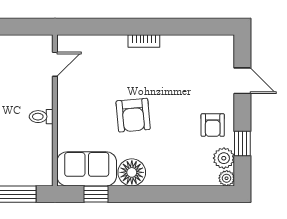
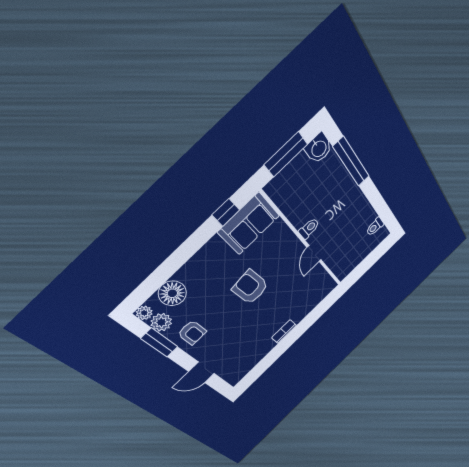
door: (55, 64) -> (314, 254), moved
armchair: (213, 125) -> (192, 333), turned 180
window: (242, 143) -> (159, 343), width x1.50
floor lamp: (132, 172) -> (172, 293), moved

